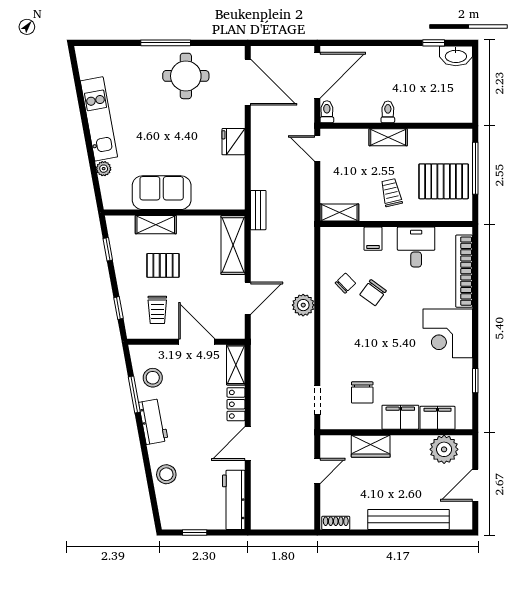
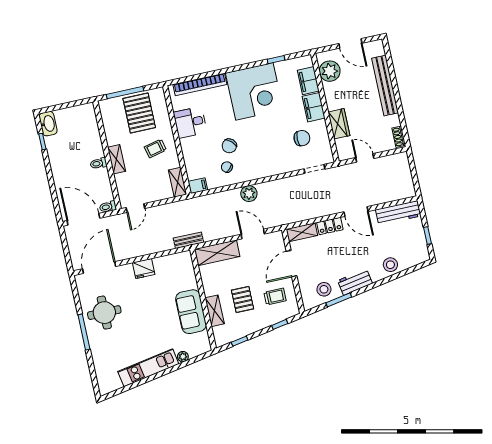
filing cabinet: (373, 239) -> (198, 186), moved
chair: (373, 293) -> (229, 146), turned 96
corner desk: (448, 333) -> (254, 91), width x1.36, depth x1.36

